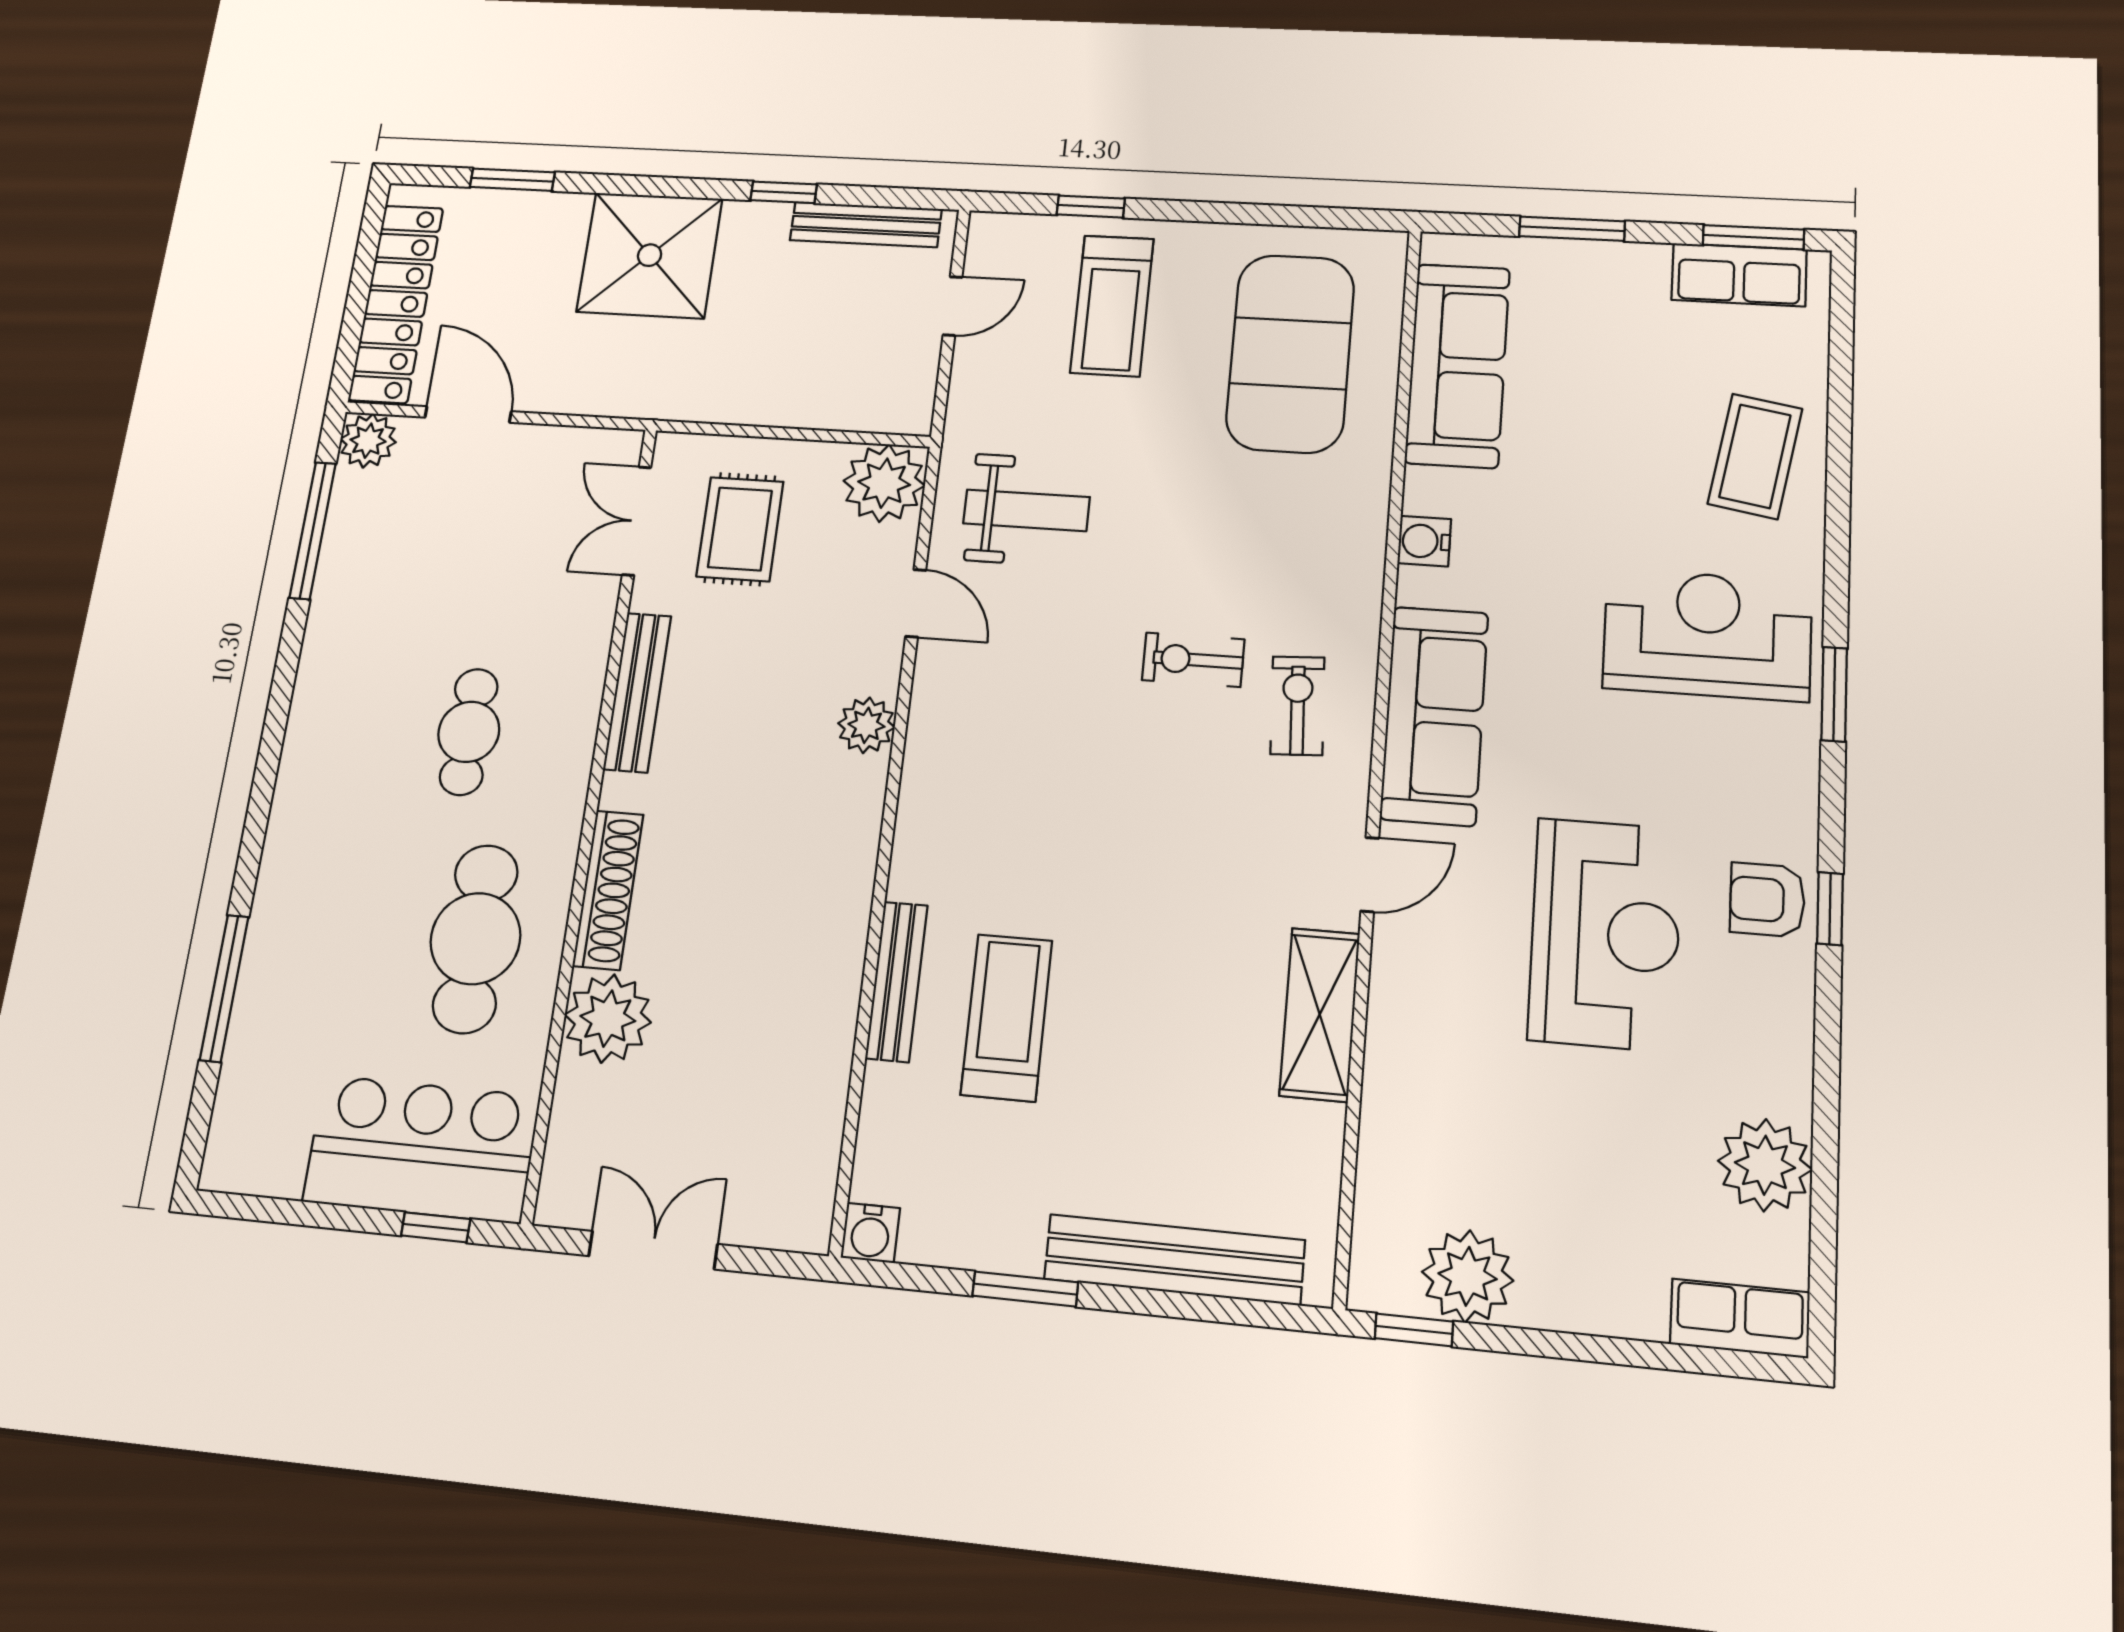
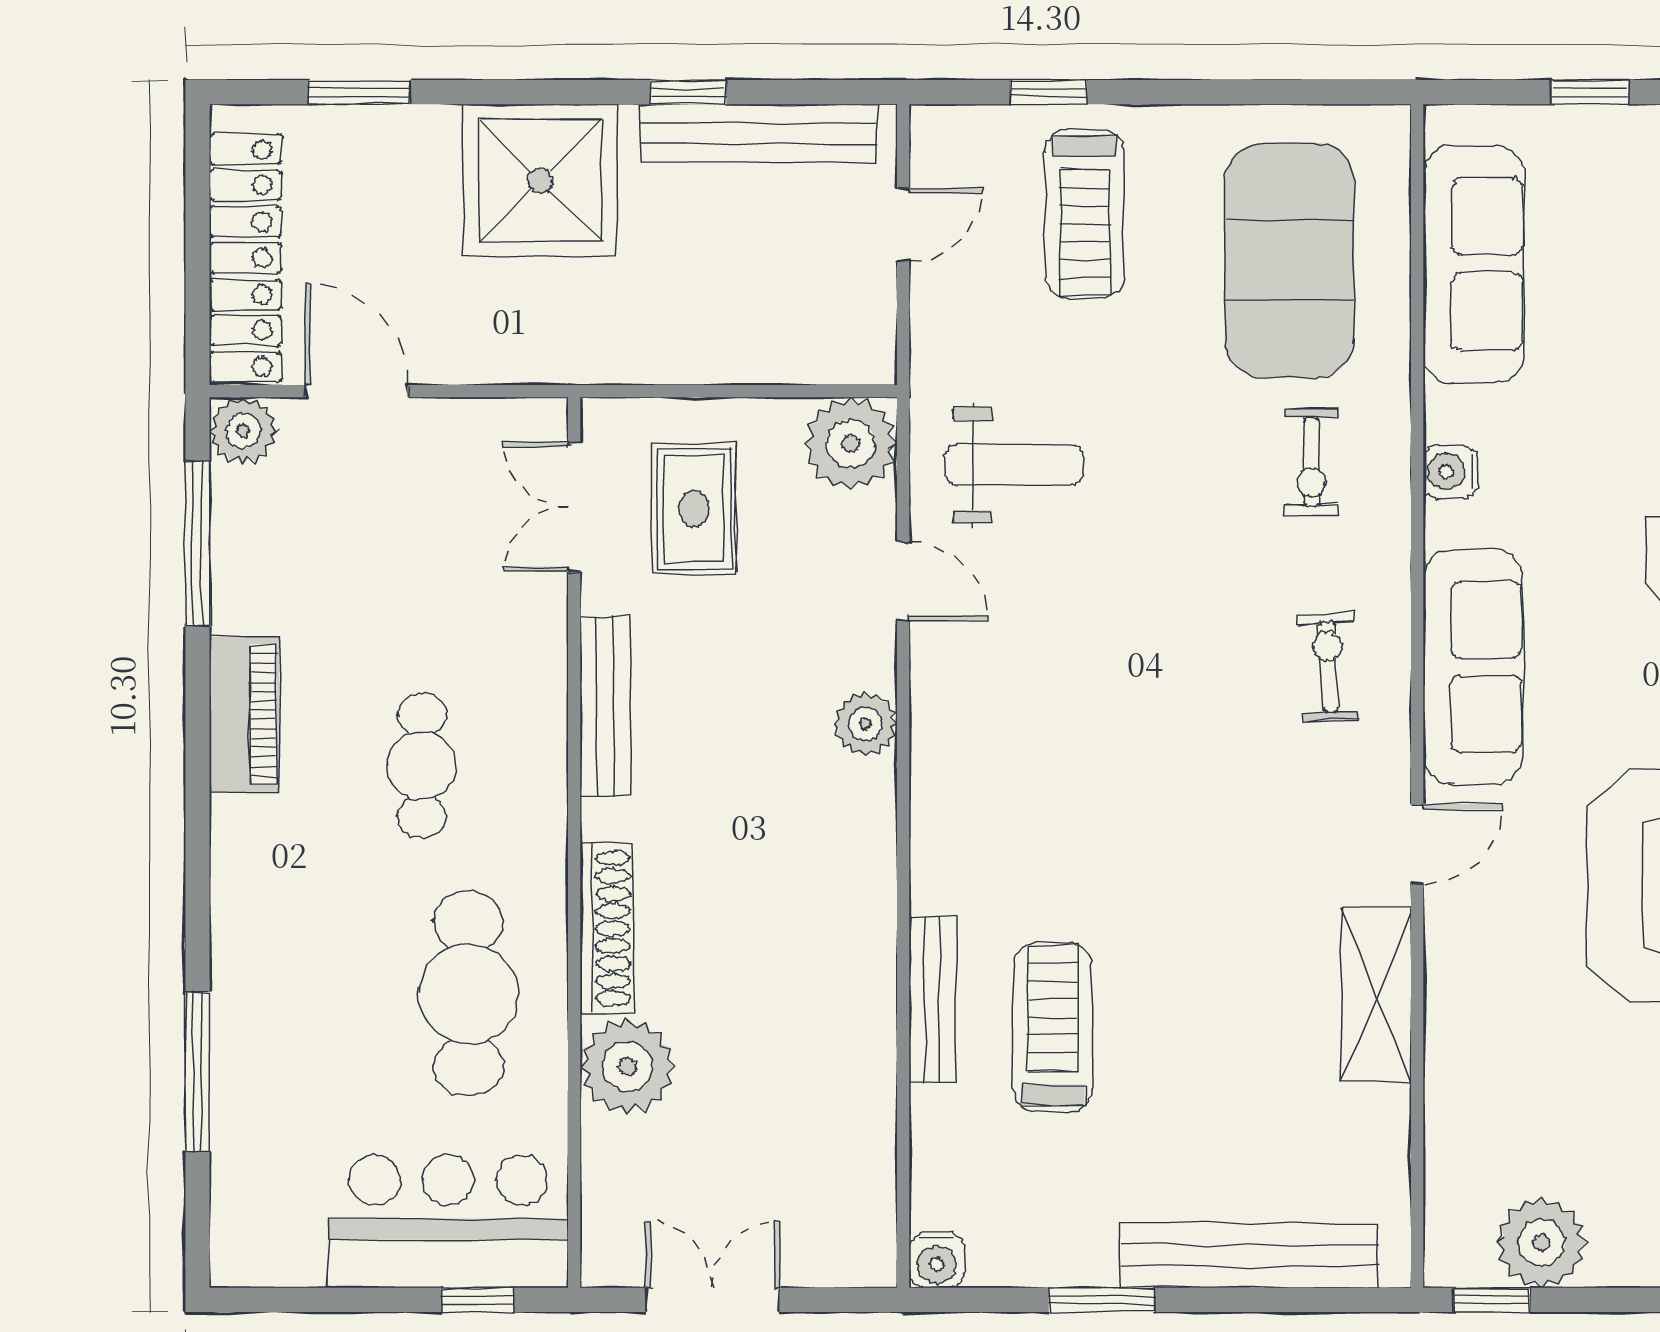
bench: (866, 225) -> (758, 134), width x1.37, depth x1.21
window: (1572, 229) -> (1590, 92), width x0.67
exercise bike: (1193, 660) -> (1312, 462), moved, turned -90
piano: (325, 676) -> (244, 714), added

